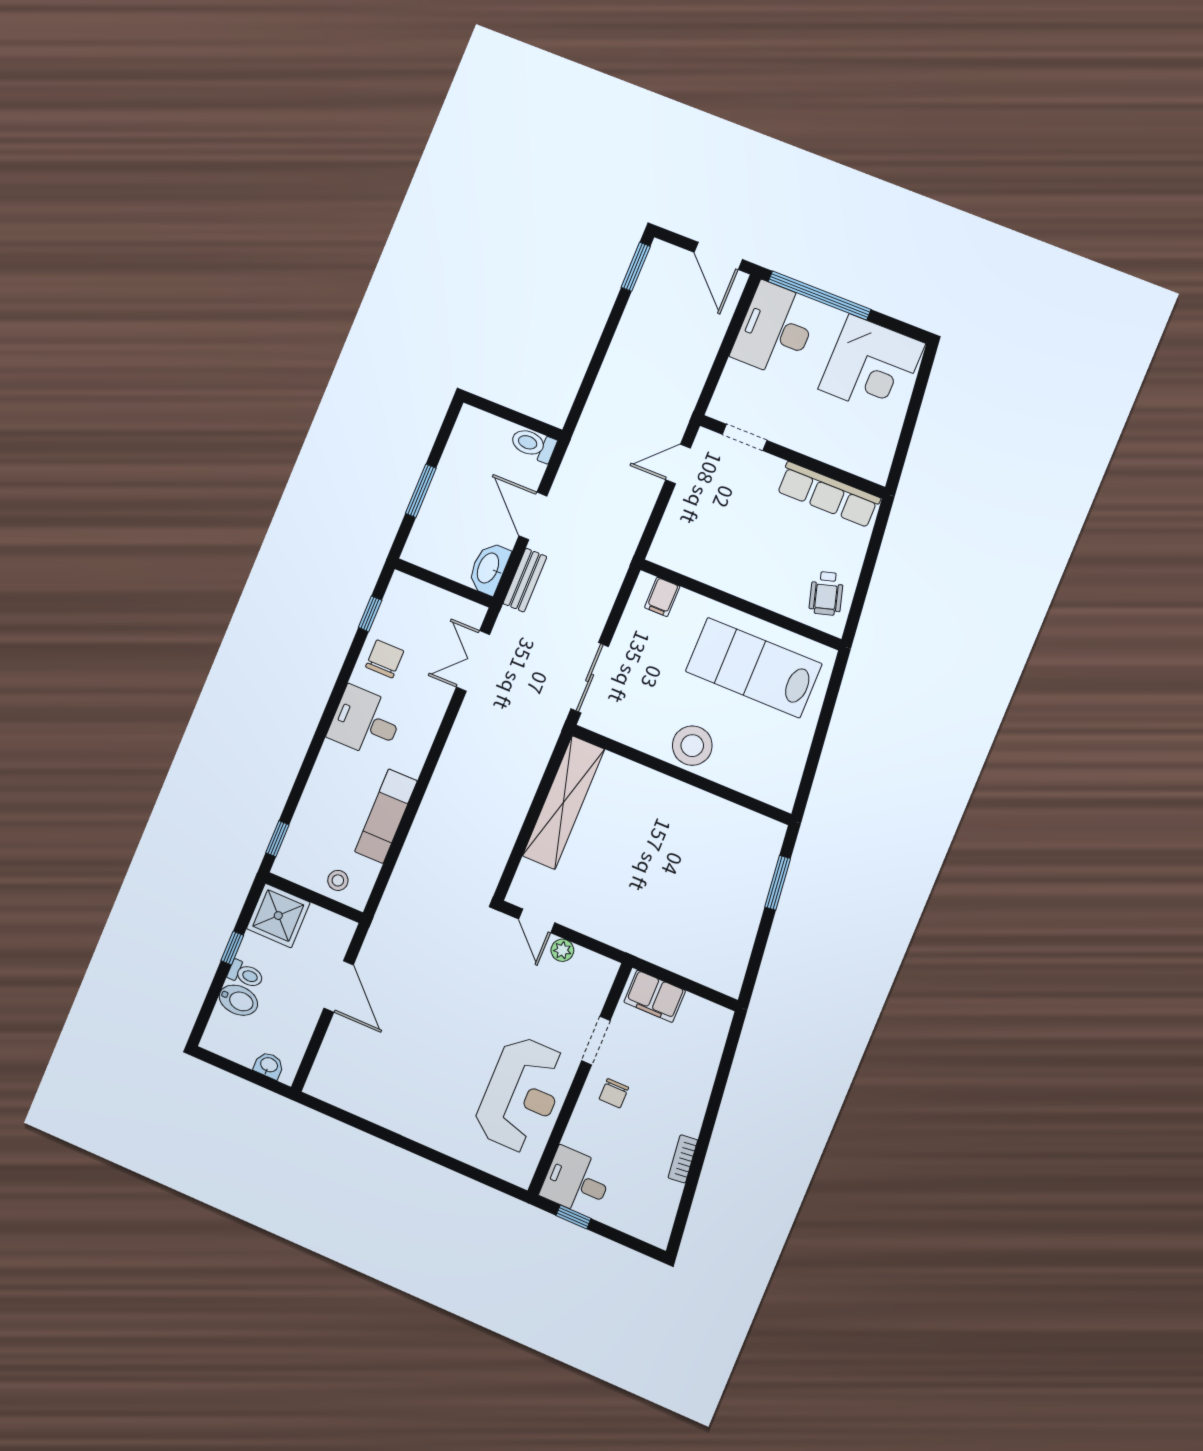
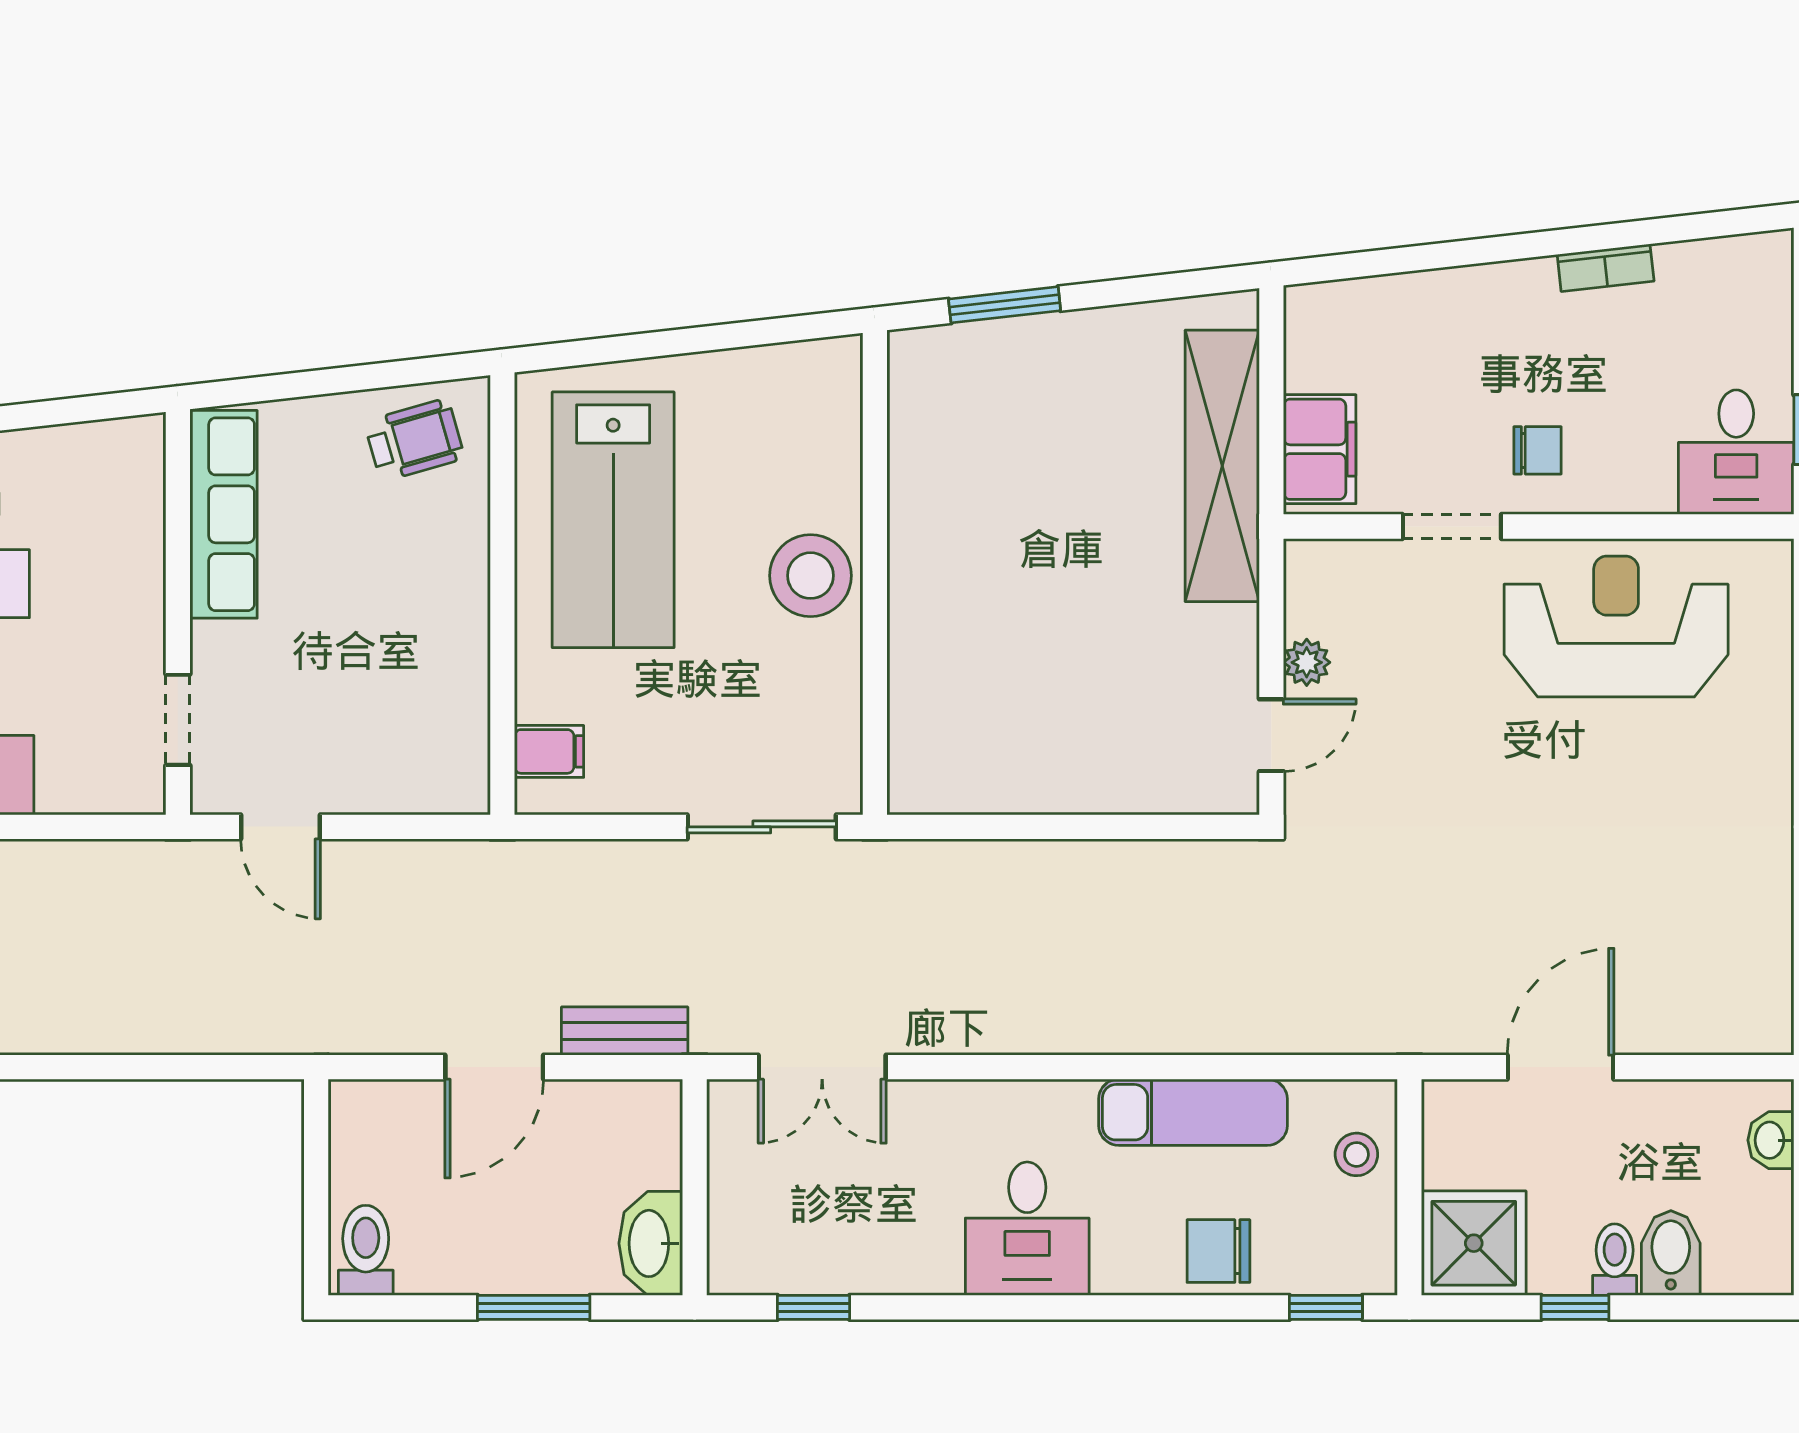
toilet: (533, 445) -> (366, 1250), moved, turned 180
washbasin: (489, 568) -> (651, 1243), moved, turned 90
chair: (385, 659) -> (1218, 1251), moved
shelving: (563, 803) -> (1222, 466), moved, turned 90

